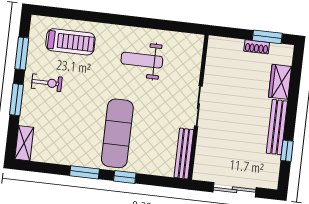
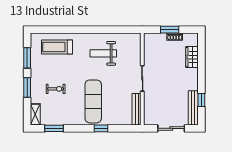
window: (267, 37) -> (170, 30), moved
treadmill: (70, 42) -> (57, 47), turned 180
exercise bike: (47, 83) -> (56, 89), moved
bench: (277, 127) -> (193, 108), moved
window: (84, 172) -> (54, 128), moved

